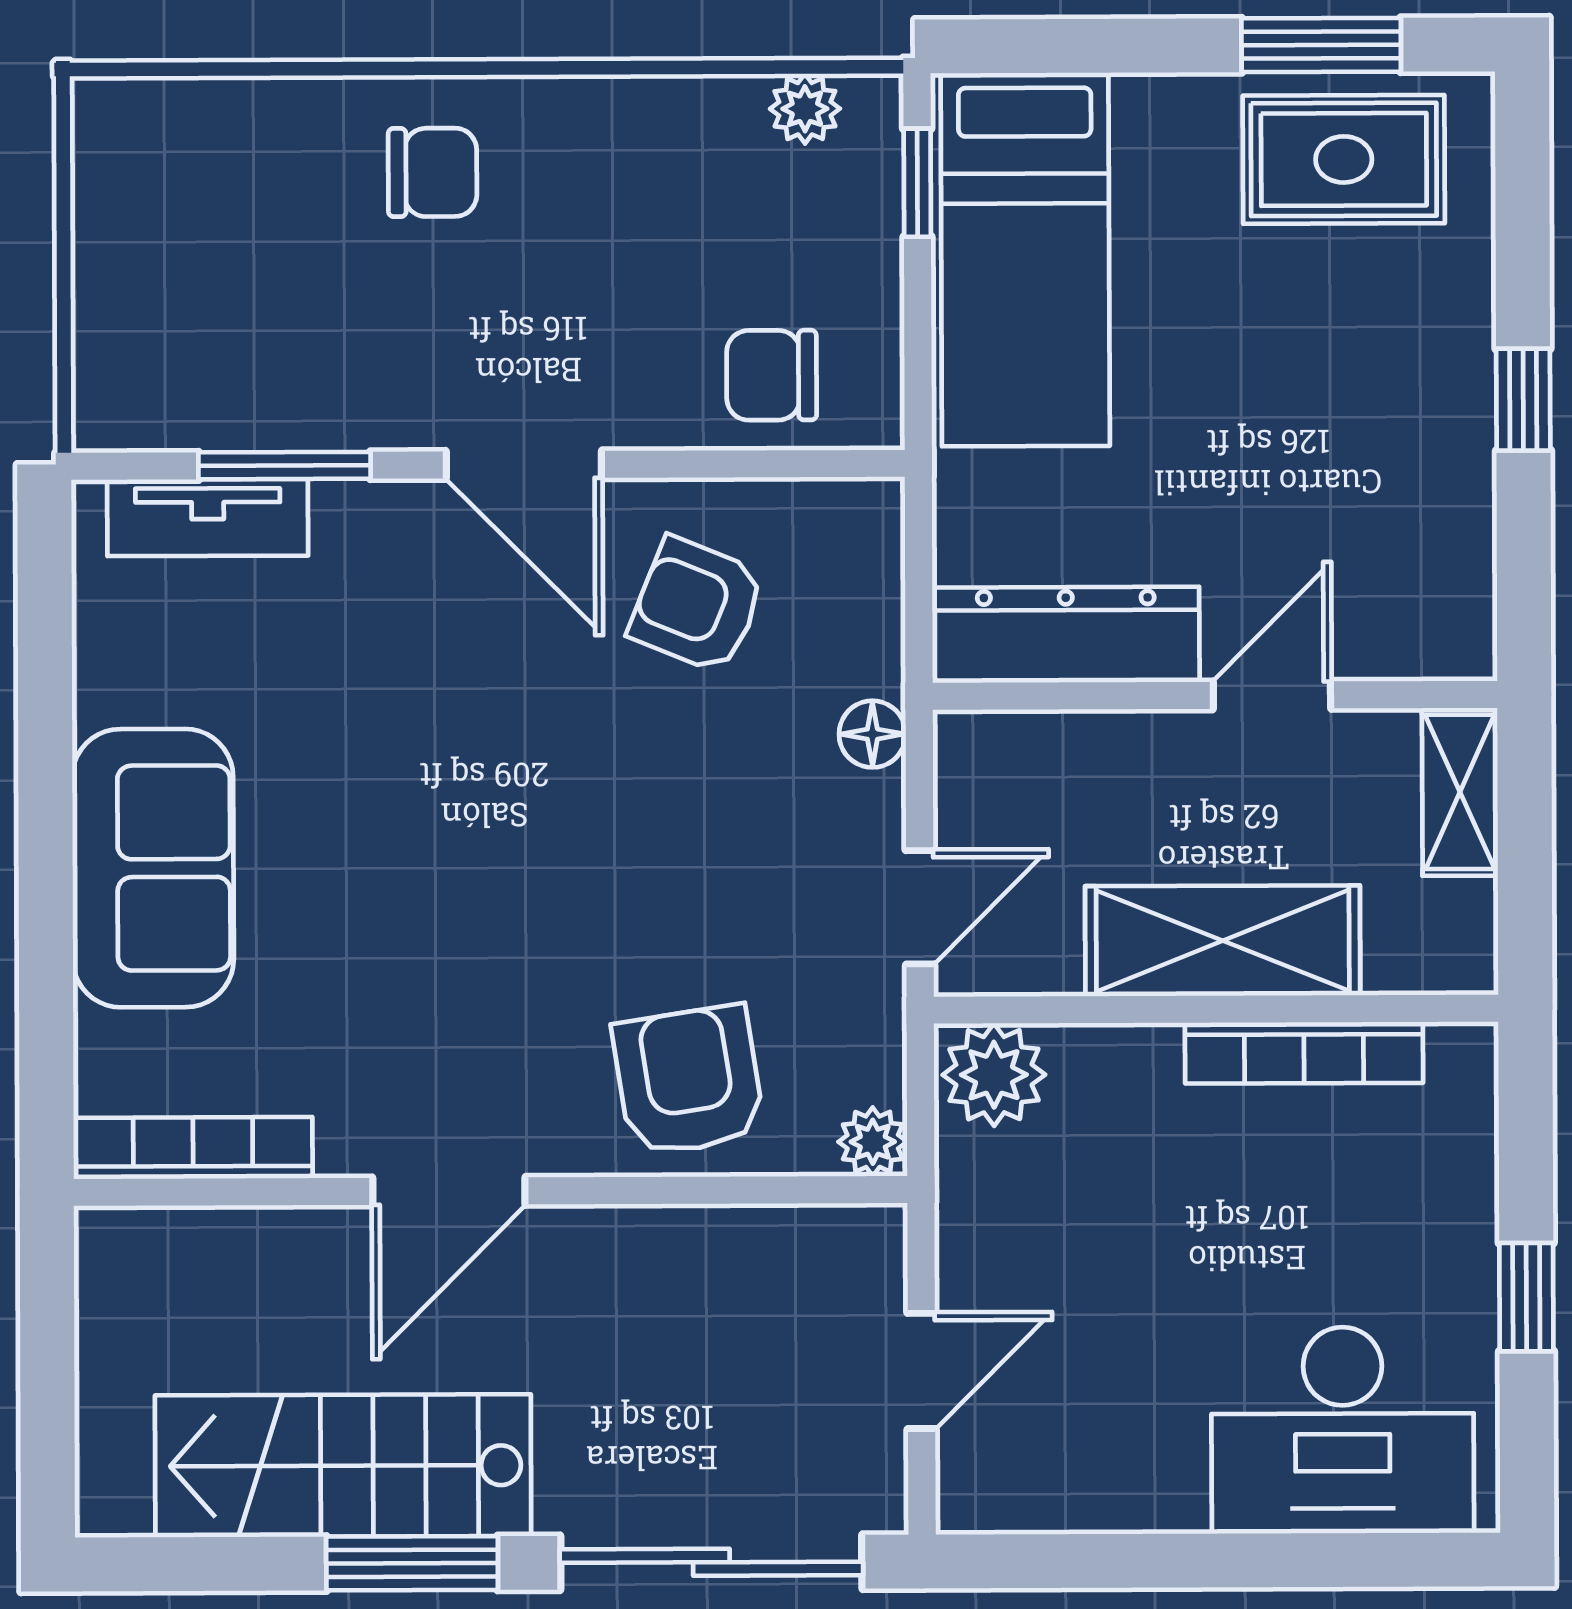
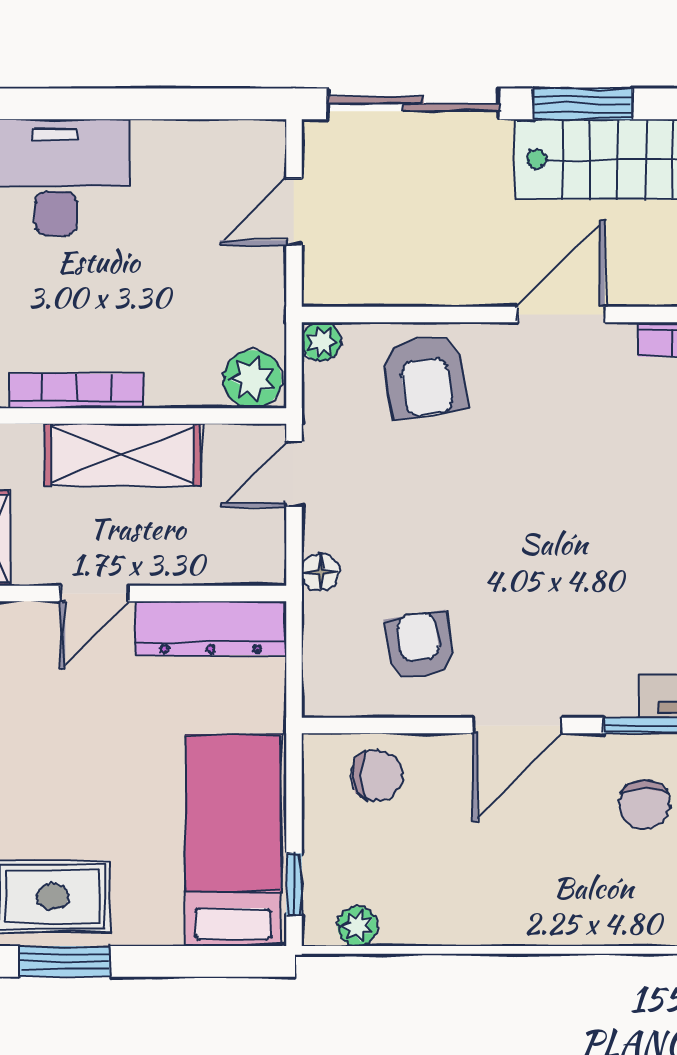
chair: (433, 172) -> (644, 805), moved, turned -90
door: (524, 465) -> (517, 725), swing flipped
armchair: (697, 605) -> (419, 646), turned -121

